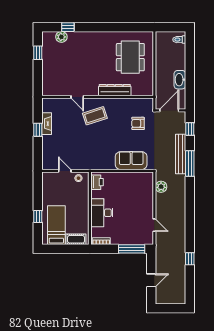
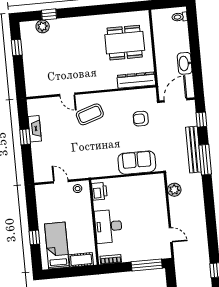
dining table: (130, 57) -> (125, 43), turned 90
dresser: (115, 90) -> (136, 80), moved

